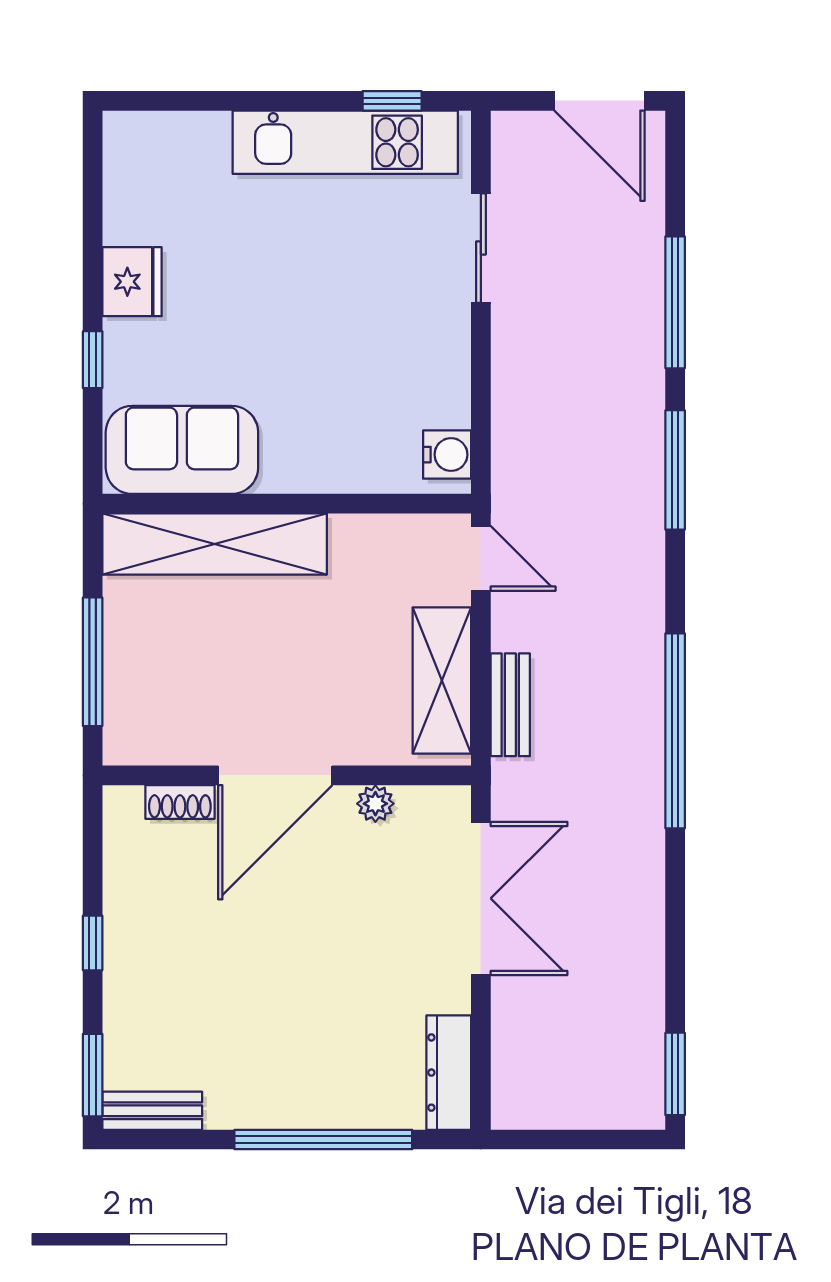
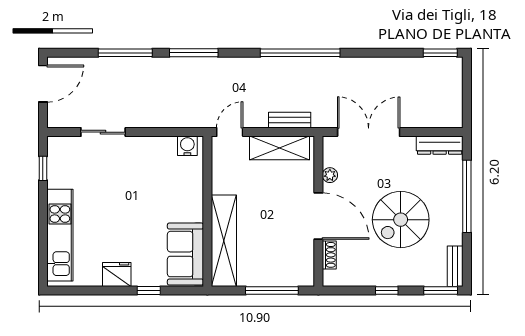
kitchen unit: (345, 142) -> (60, 235), moved
spiral stairs: (266, 977) -> (401, 220), added

